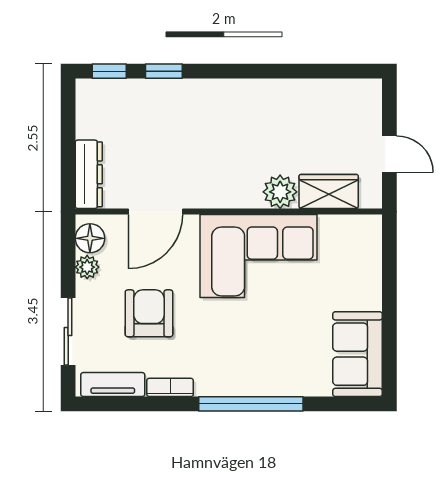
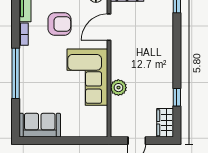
window: (164, 71) -> (177, 97), moved
wardrobe: (329, 191) -> (165, 123), moved, turned 180
door: (155, 211) -> (109, 27), hinge flipped

